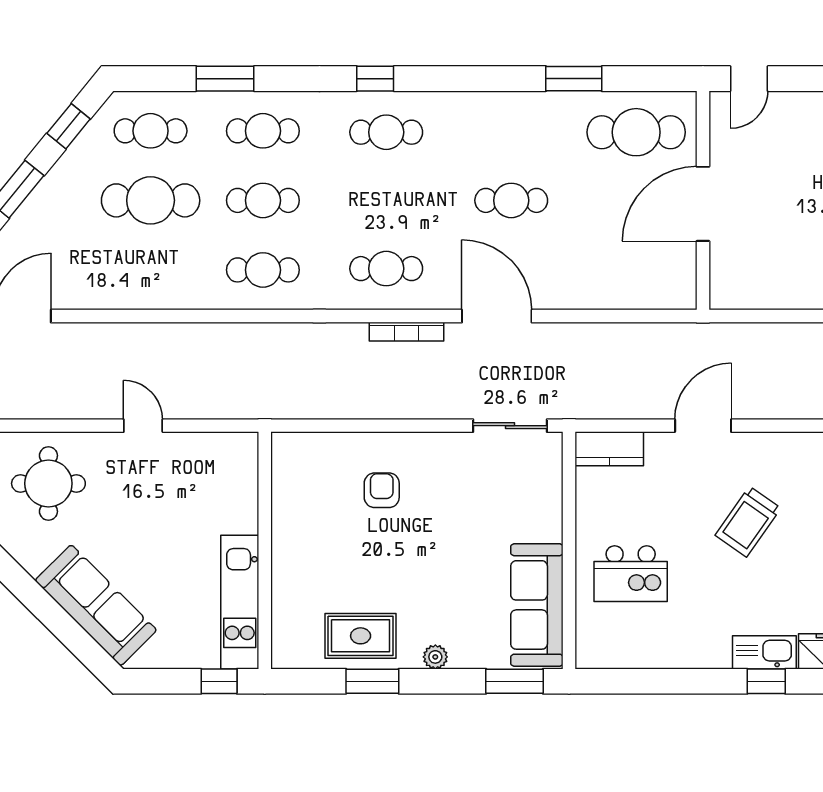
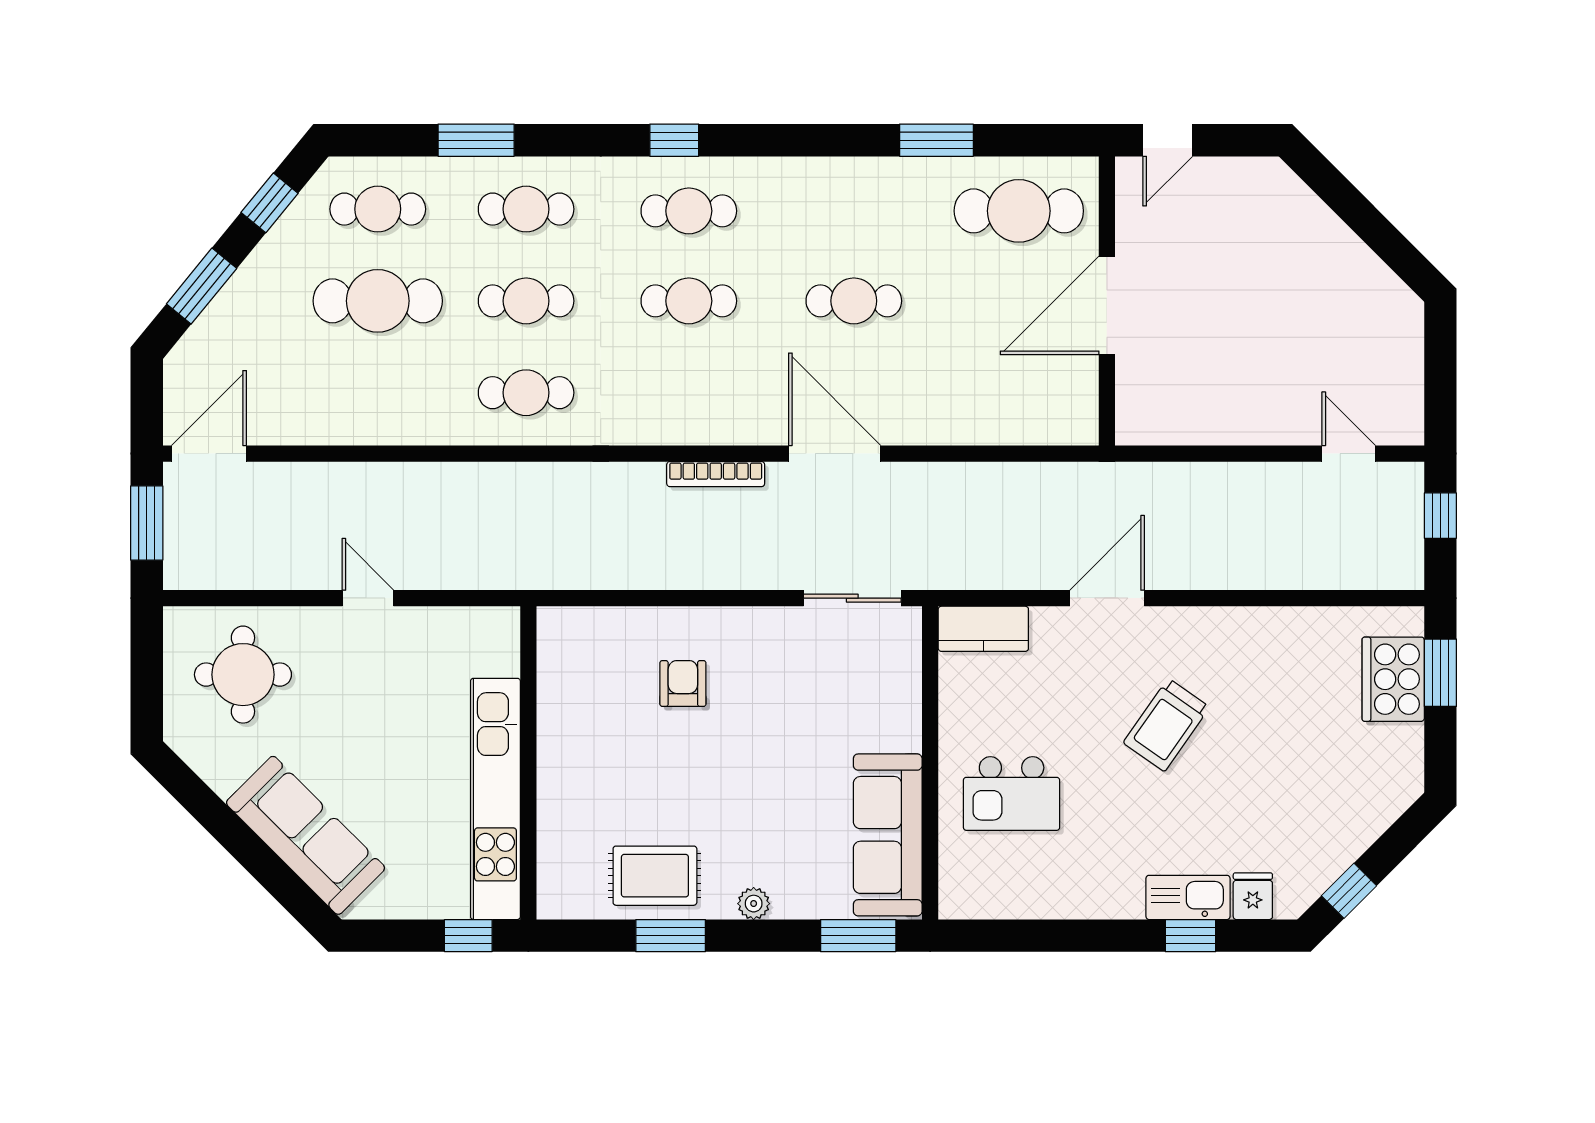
cafe table: (386, 269) -> (689, 301), moved
kitchen unit: (240, 602) -> (495, 799), width x1.36

